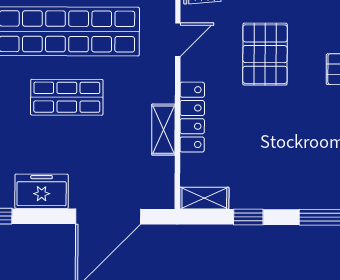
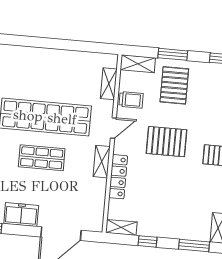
pallet: (265, 54) -> (166, 142), turned 90
shelving: (163, 130) -> (102, 162), moved

